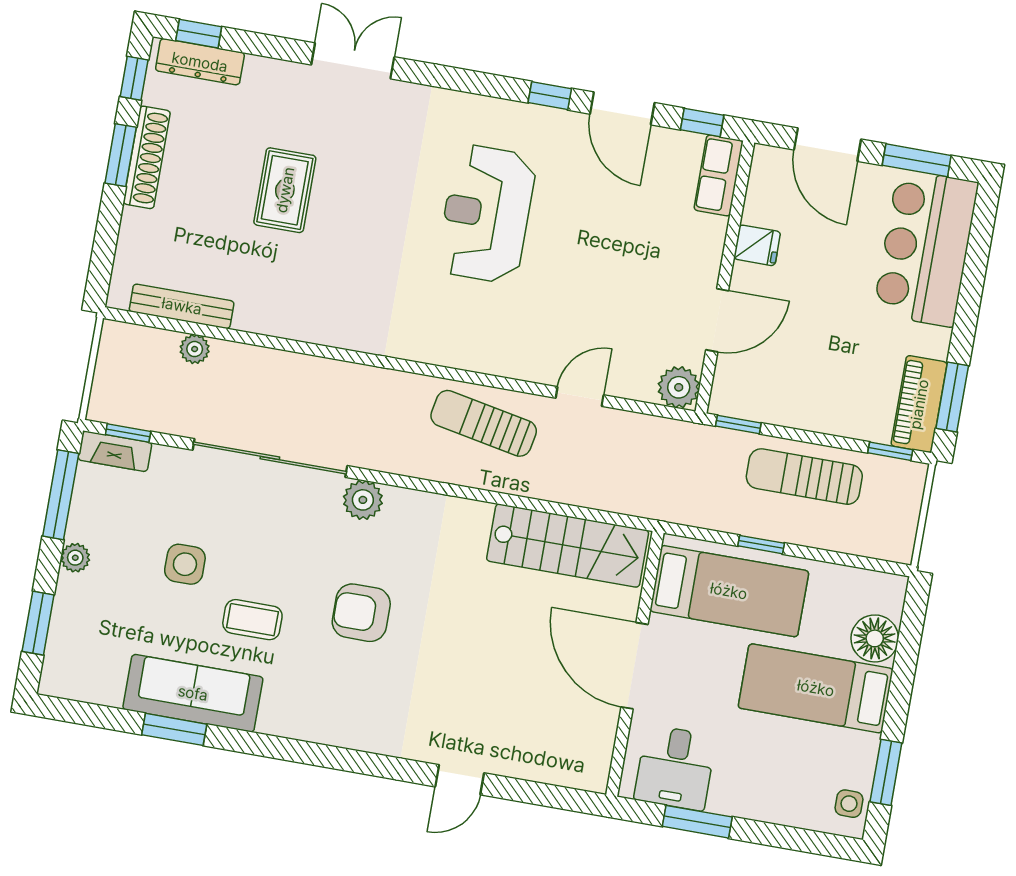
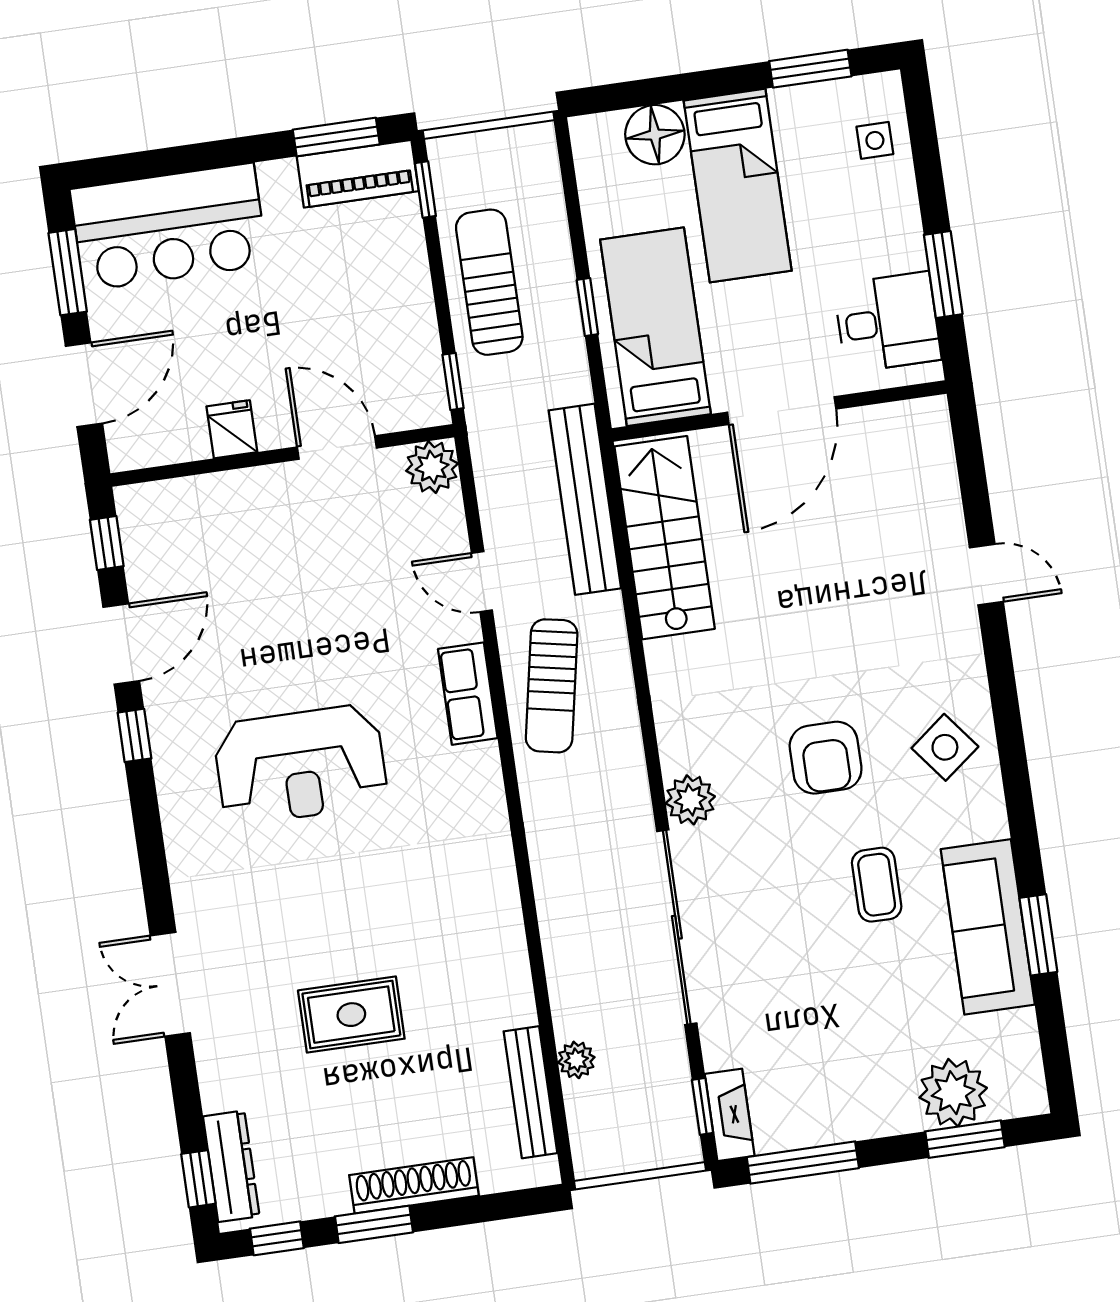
shoe rack: (147, 157) -> (414, 1185), moved
row of seats: (719, 175) -> (468, 694), moved, turned 90
sun lounger: (804, 477) -> (489, 282), turned 180
bench: (616, 495) -> (585, 499), added
plant: (75, 558) -> (953, 1093), moved, width x1.88, depth x1.88
side table: (185, 564) -> (945, 747), moved, turned -38
side table: (849, 804) -> (875, 140), moved

